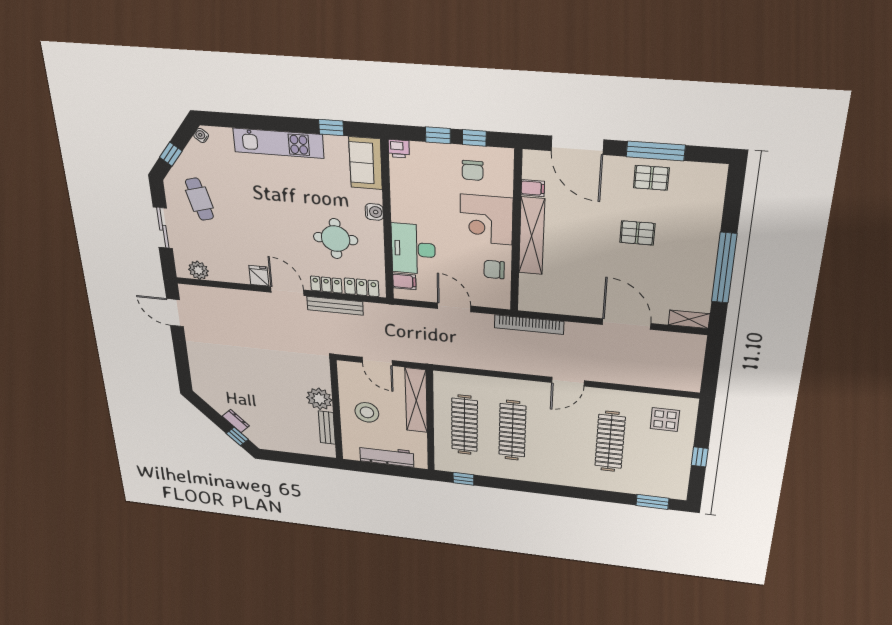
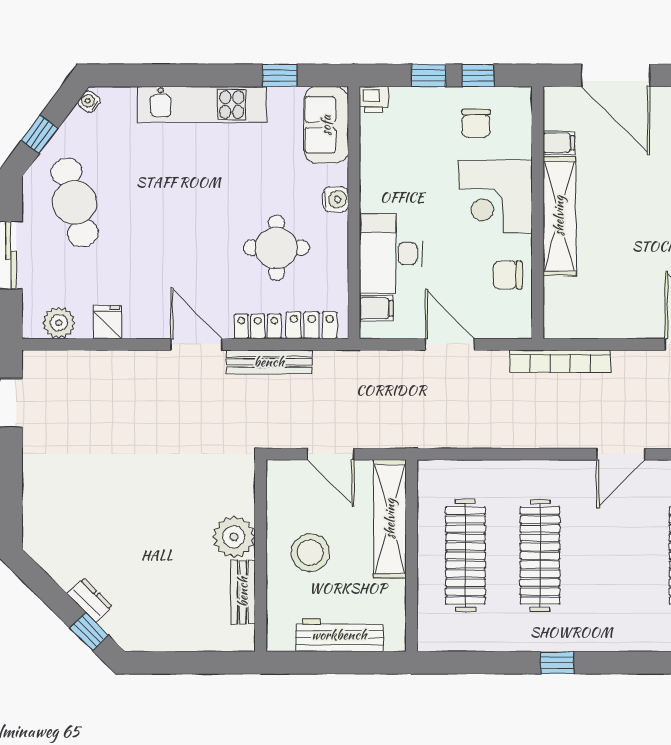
cafe table: (199, 199) -> (75, 202), width x1.37, depth x1.35
fridge: (259, 276) -> (108, 322), moved
window: (463, 479) -> (557, 663), moved

